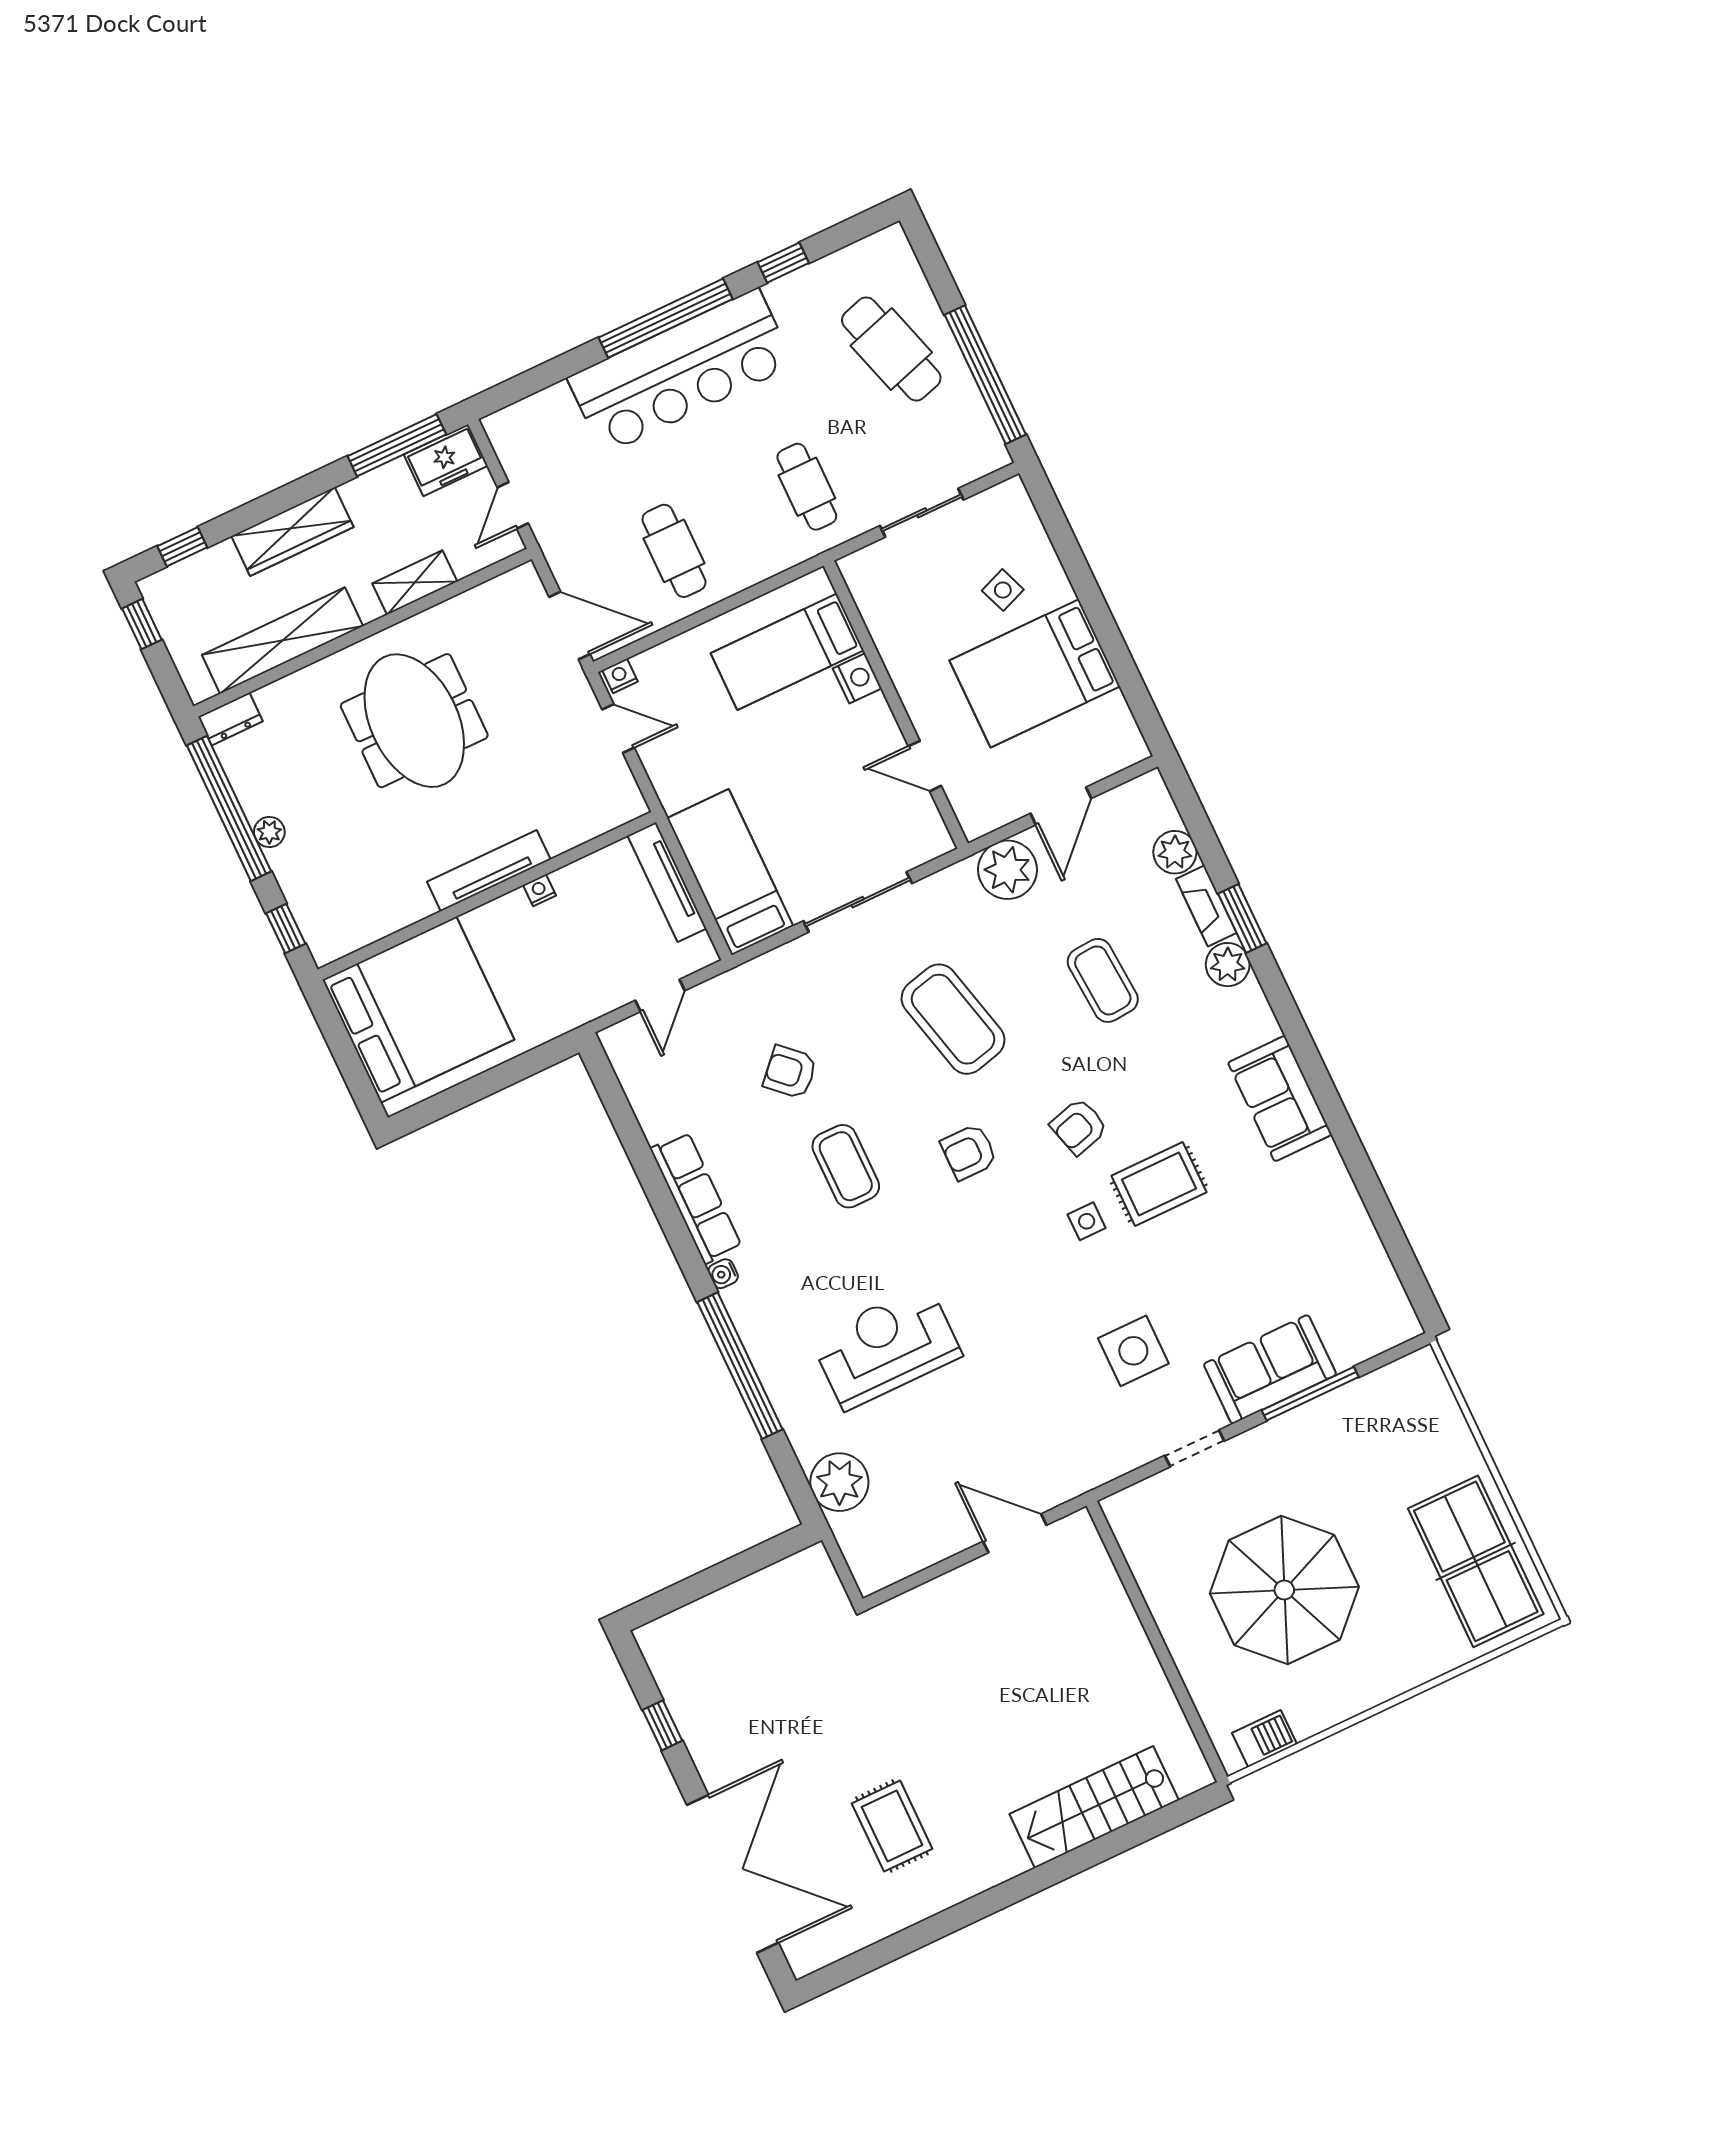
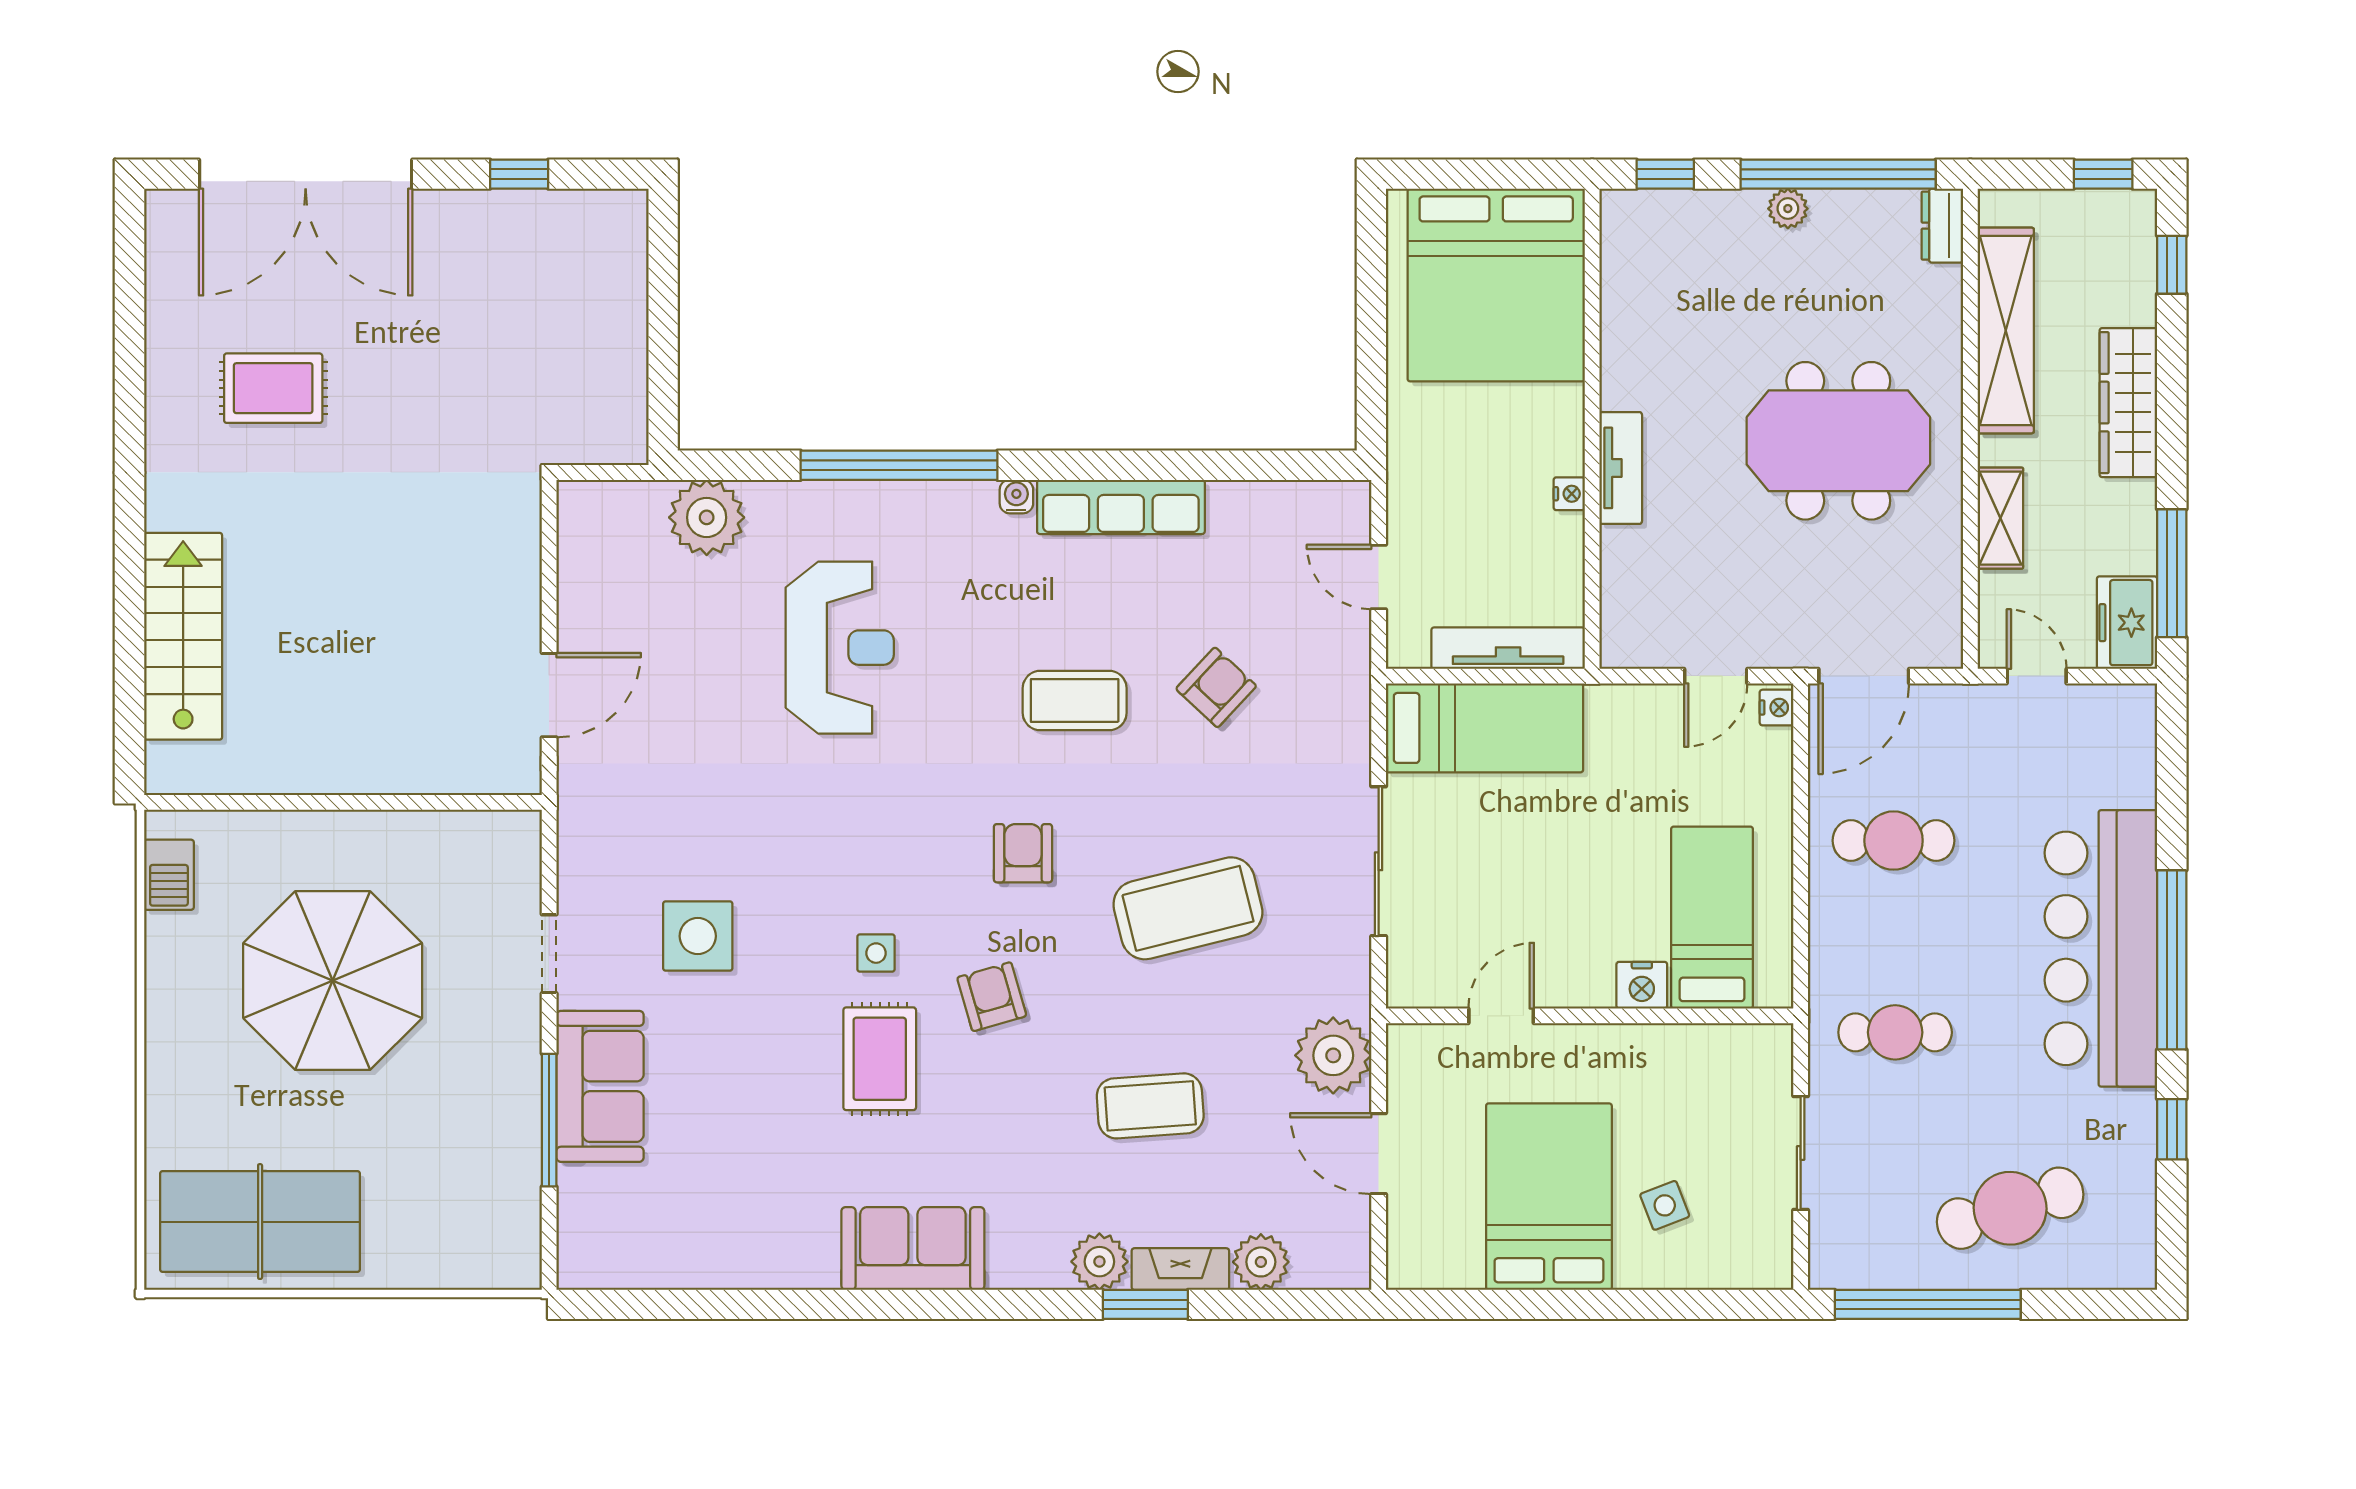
tv unit: (489, 871) -> (1621, 468), width x0.71

